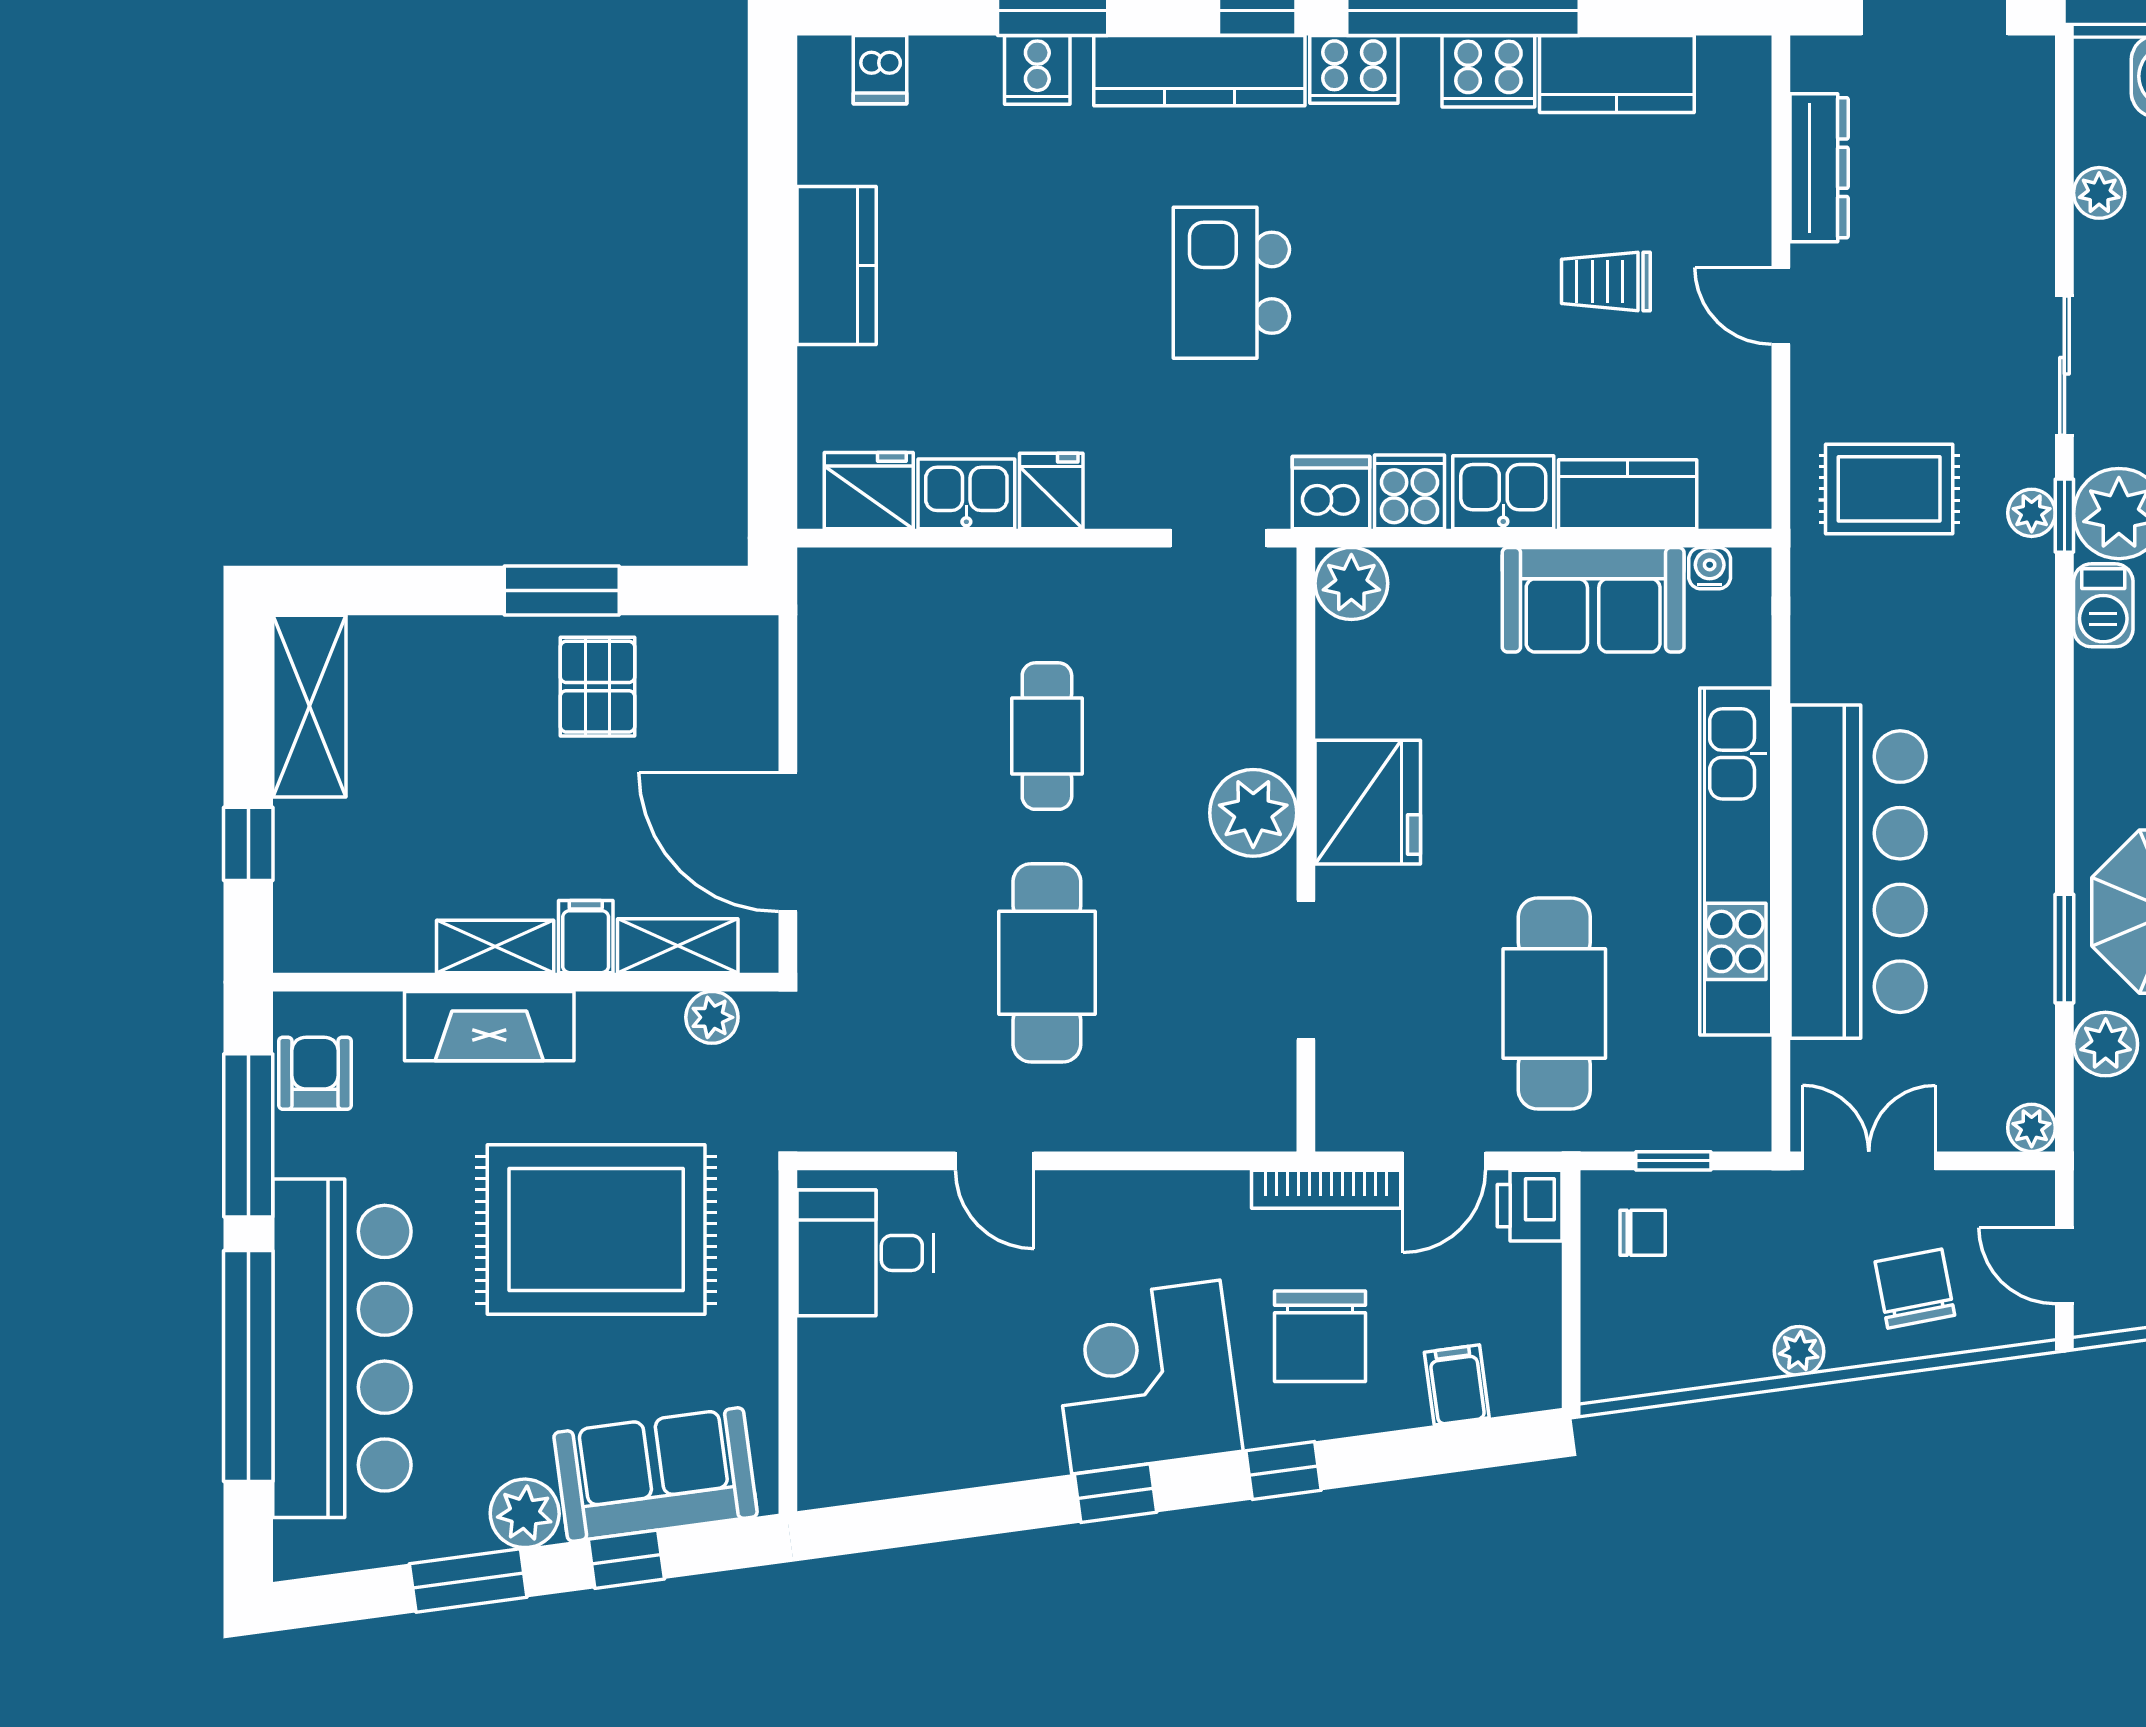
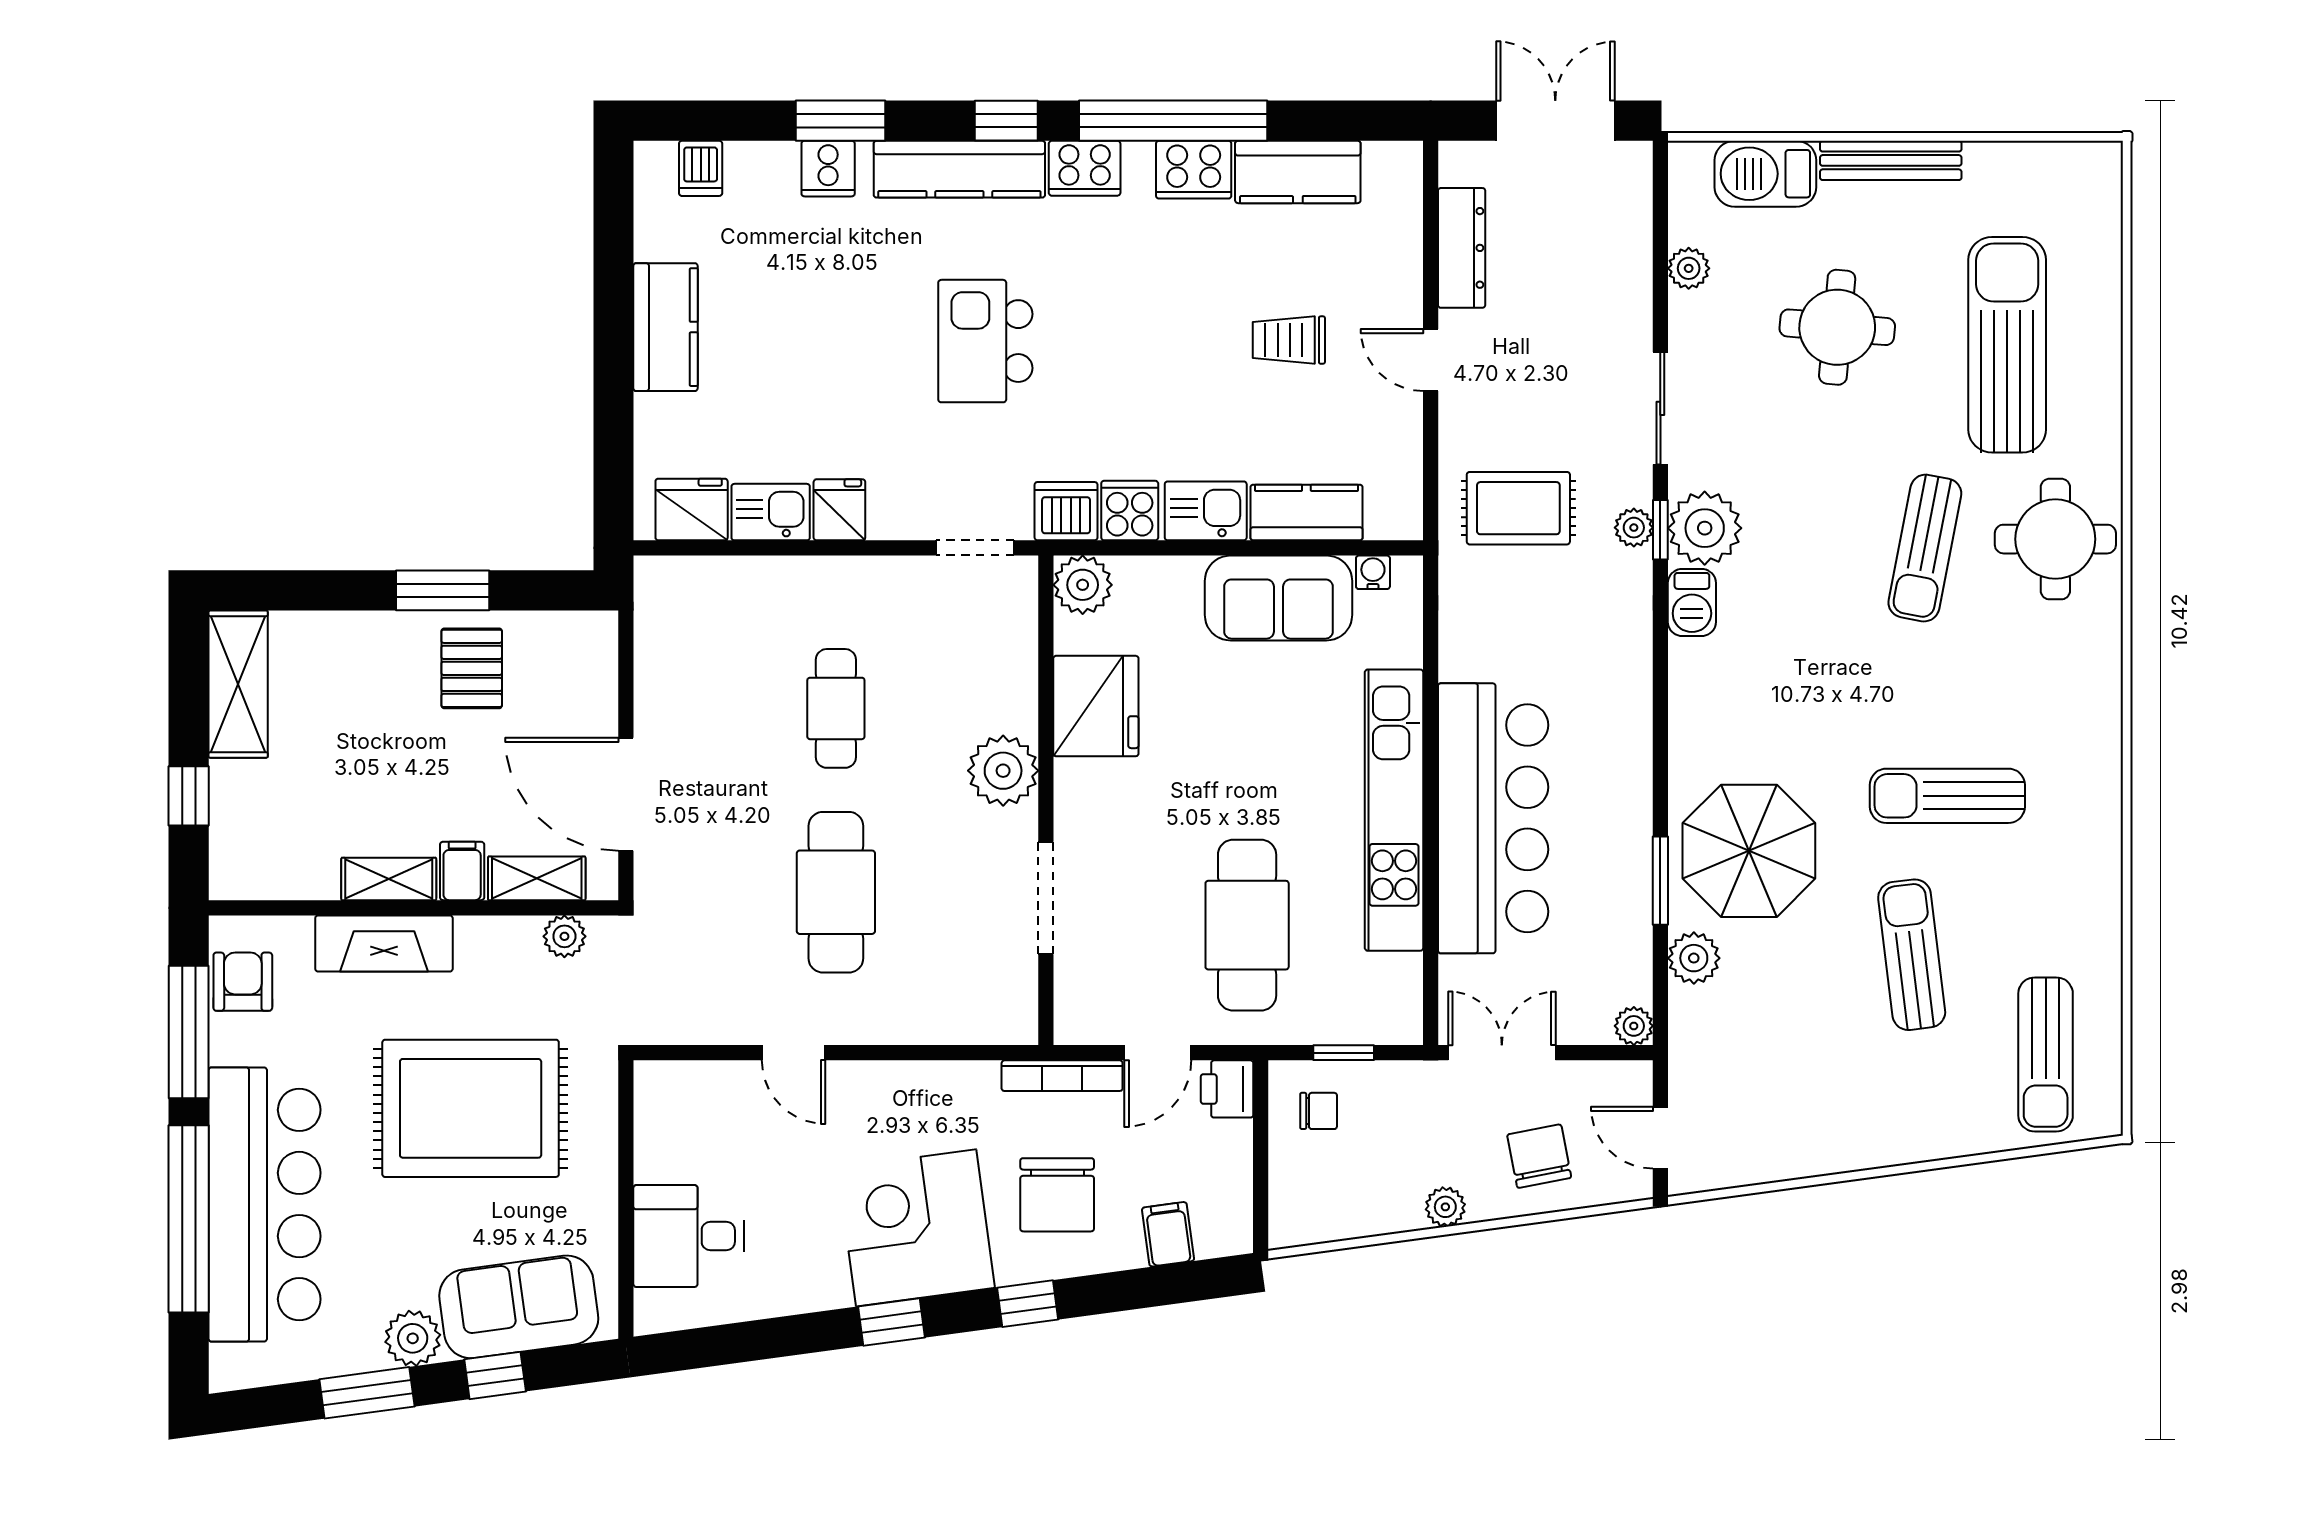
fridge: (1368, 802) -> (1096, 706), moved
desk: (865, 1253) -> (689, 1236), moved

